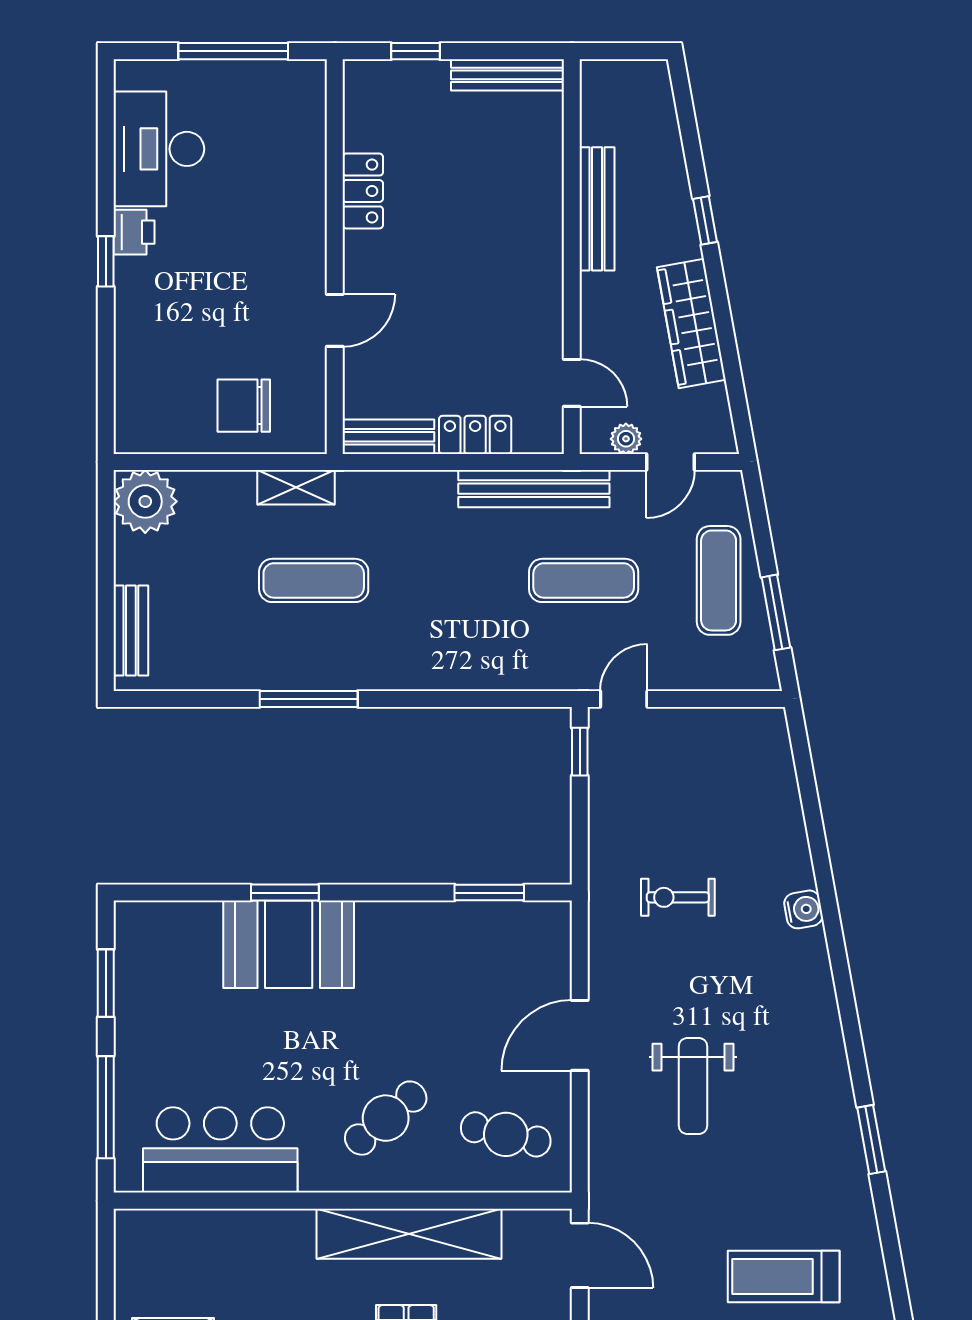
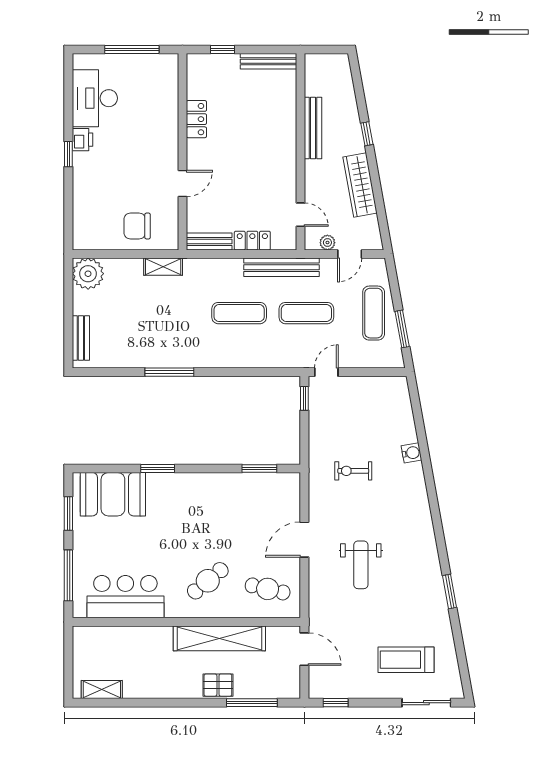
exercise mat: (314, 580) -> (239, 313), moved
water cooler: (803, 909) -> (411, 453), moved
booth: (289, 944) -> (113, 494), moved

